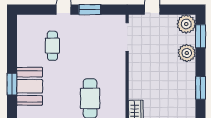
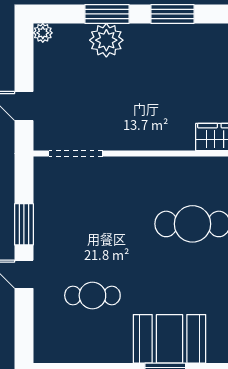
plant: (186, 24) -> (43, 33), width x0.53, depth x0.53
window: (201, 36) -> (107, 14), moved

